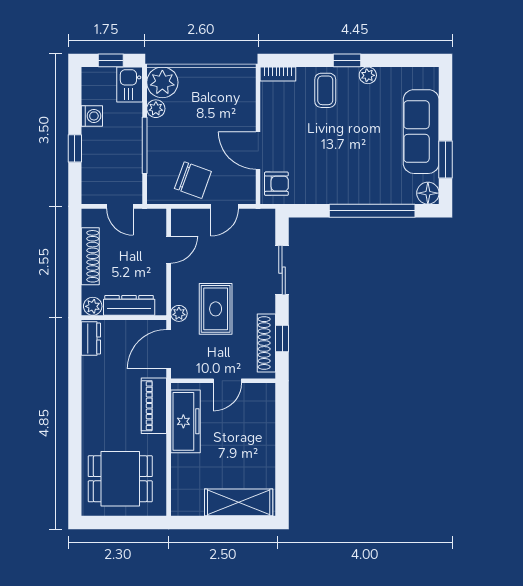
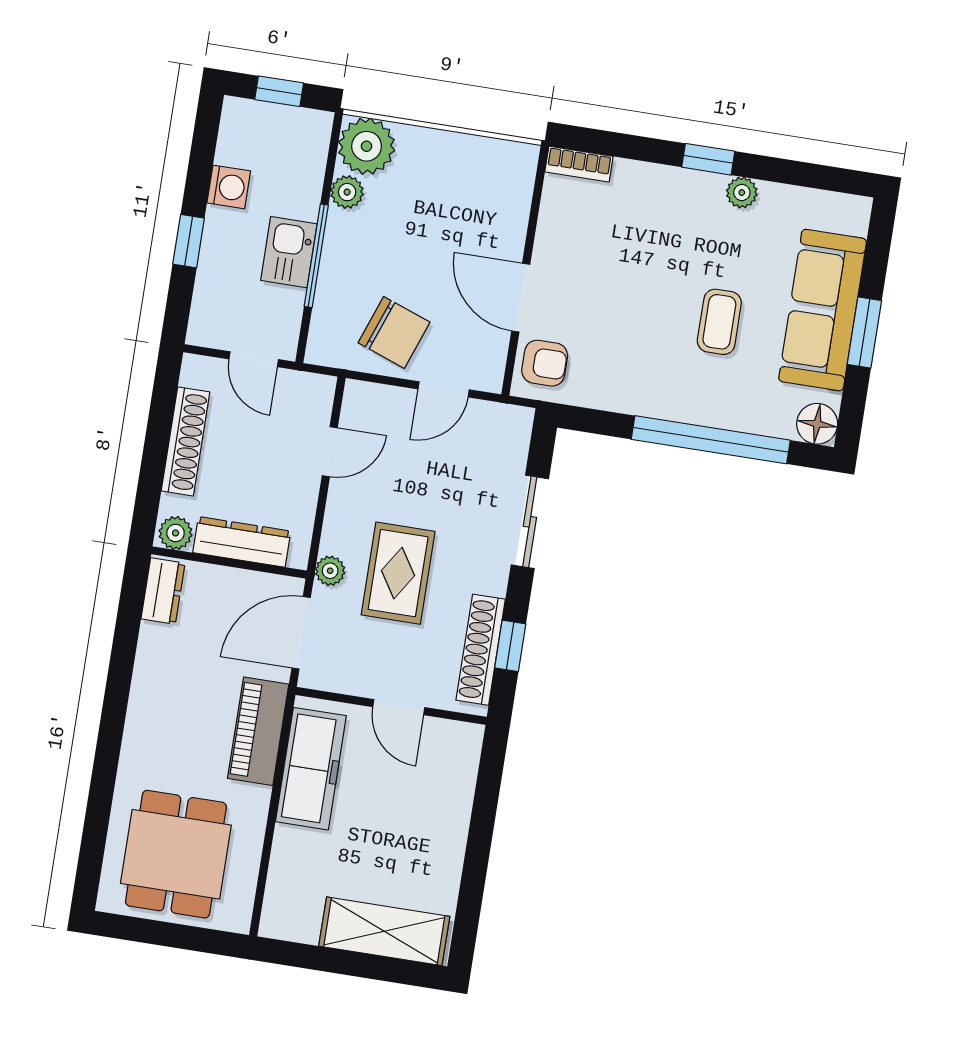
kitchen sink: (130, 84) -> (289, 252), moved
coffee table: (325, 90) -> (719, 322), moved
window: (446, 160) -> (864, 333), moved
door: (227, 381) -> (399, 707), hinge flipped
dining table: (120, 479) -> (176, 854), turned 90

